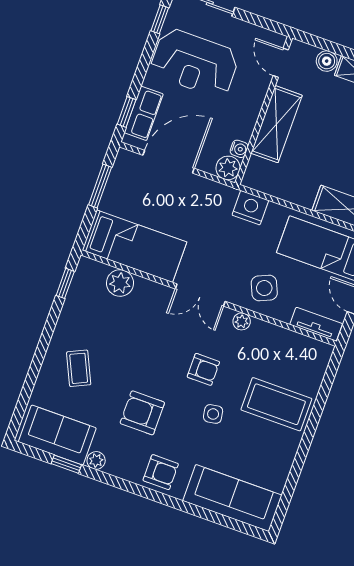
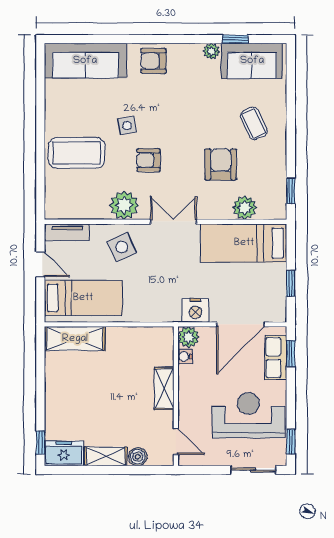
shelving: (277, 124) -> (164, 388), width x0.67, depth x0.75
window: (100, 186) -> (291, 283), width x0.67
nightstand: (250, 208) -> (195, 310), moved
plant: (242, 321) -> (124, 205), width x1.88, depth x1.88
armchair: (142, 413) -> (221, 164), moved, turned -90

